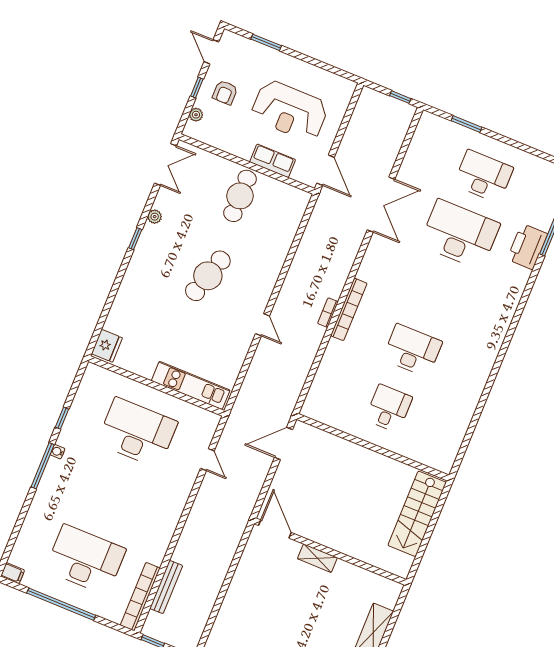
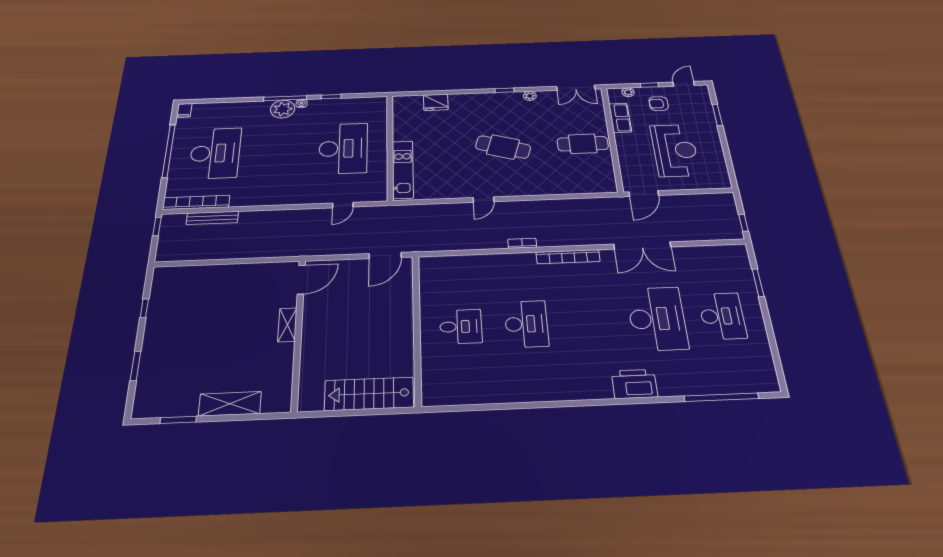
reception desk: (290, 111) -> (675, 150), turned 180
row of seats: (273, 161) -> (620, 118), moved
printer: (527, 247) -> (634, 384), moved
bookcase: (349, 309) -> (568, 257), moved
fridge: (107, 346) -> (436, 102), moved
door: (284, 443) -> (385, 256), swing flipped
plant: (57, 473) -> (283, 109), added

